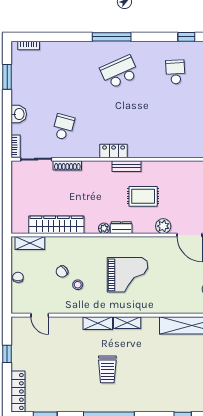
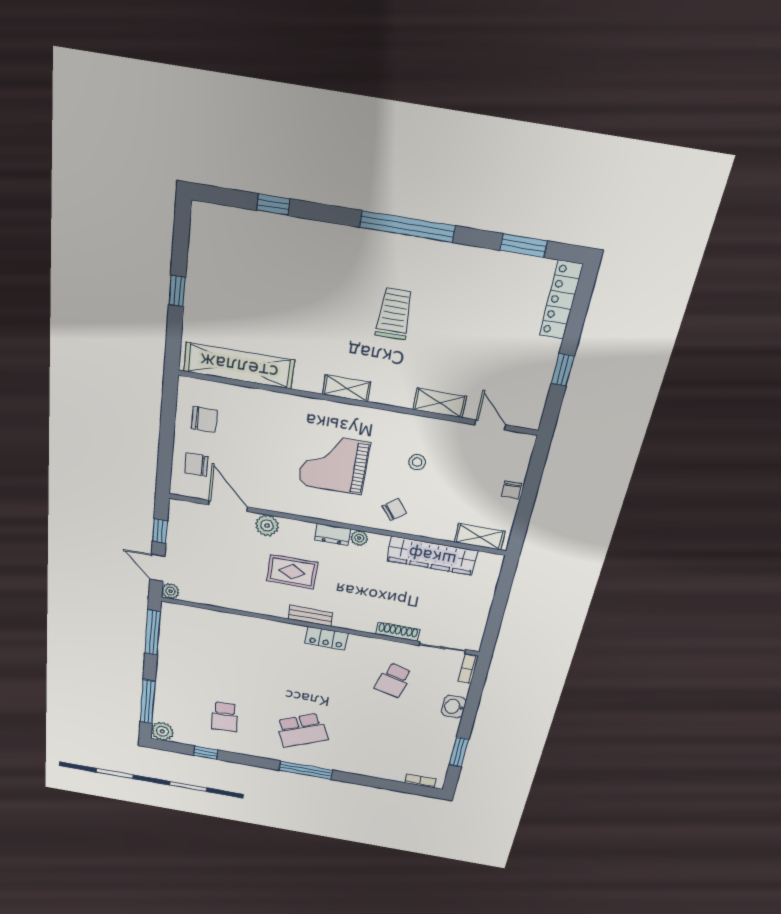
chair: (62, 271) -> (395, 510), moved
shelving: (98, 323) -> (440, 403), moved

